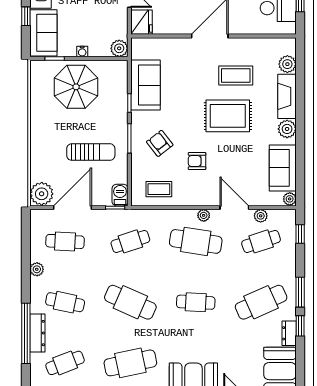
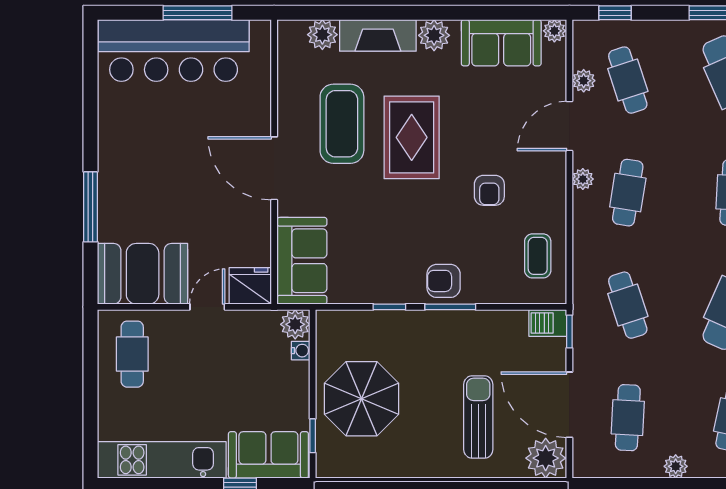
water cooler: (82, 52) -> (301, 351), moved
coffee table: (236, 75) -> (342, 124), width x1.36, depth x1.32
sofa: (146, 85) -> (302, 261), moved, turned 90
armchair: (160, 143) -> (444, 281), moved, turned 38
sun lounger: (91, 152) -> (478, 417), moved
cafe table: (196, 241) -> (628, 193), width x0.73, depth x0.74

